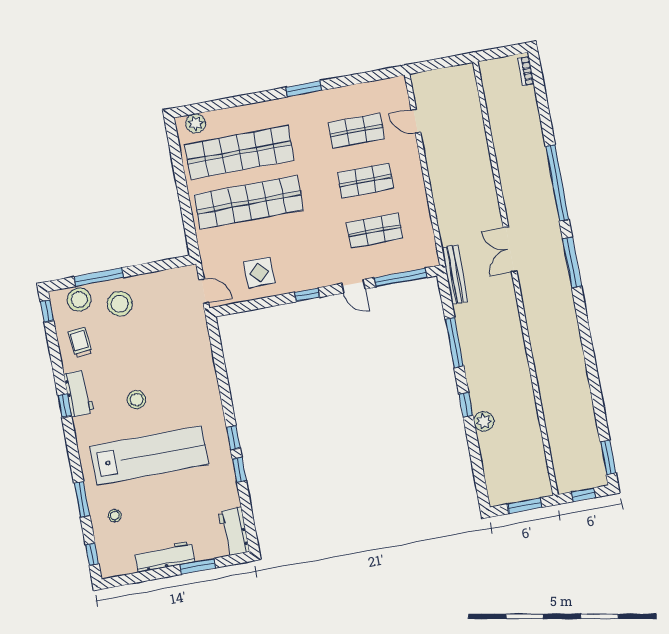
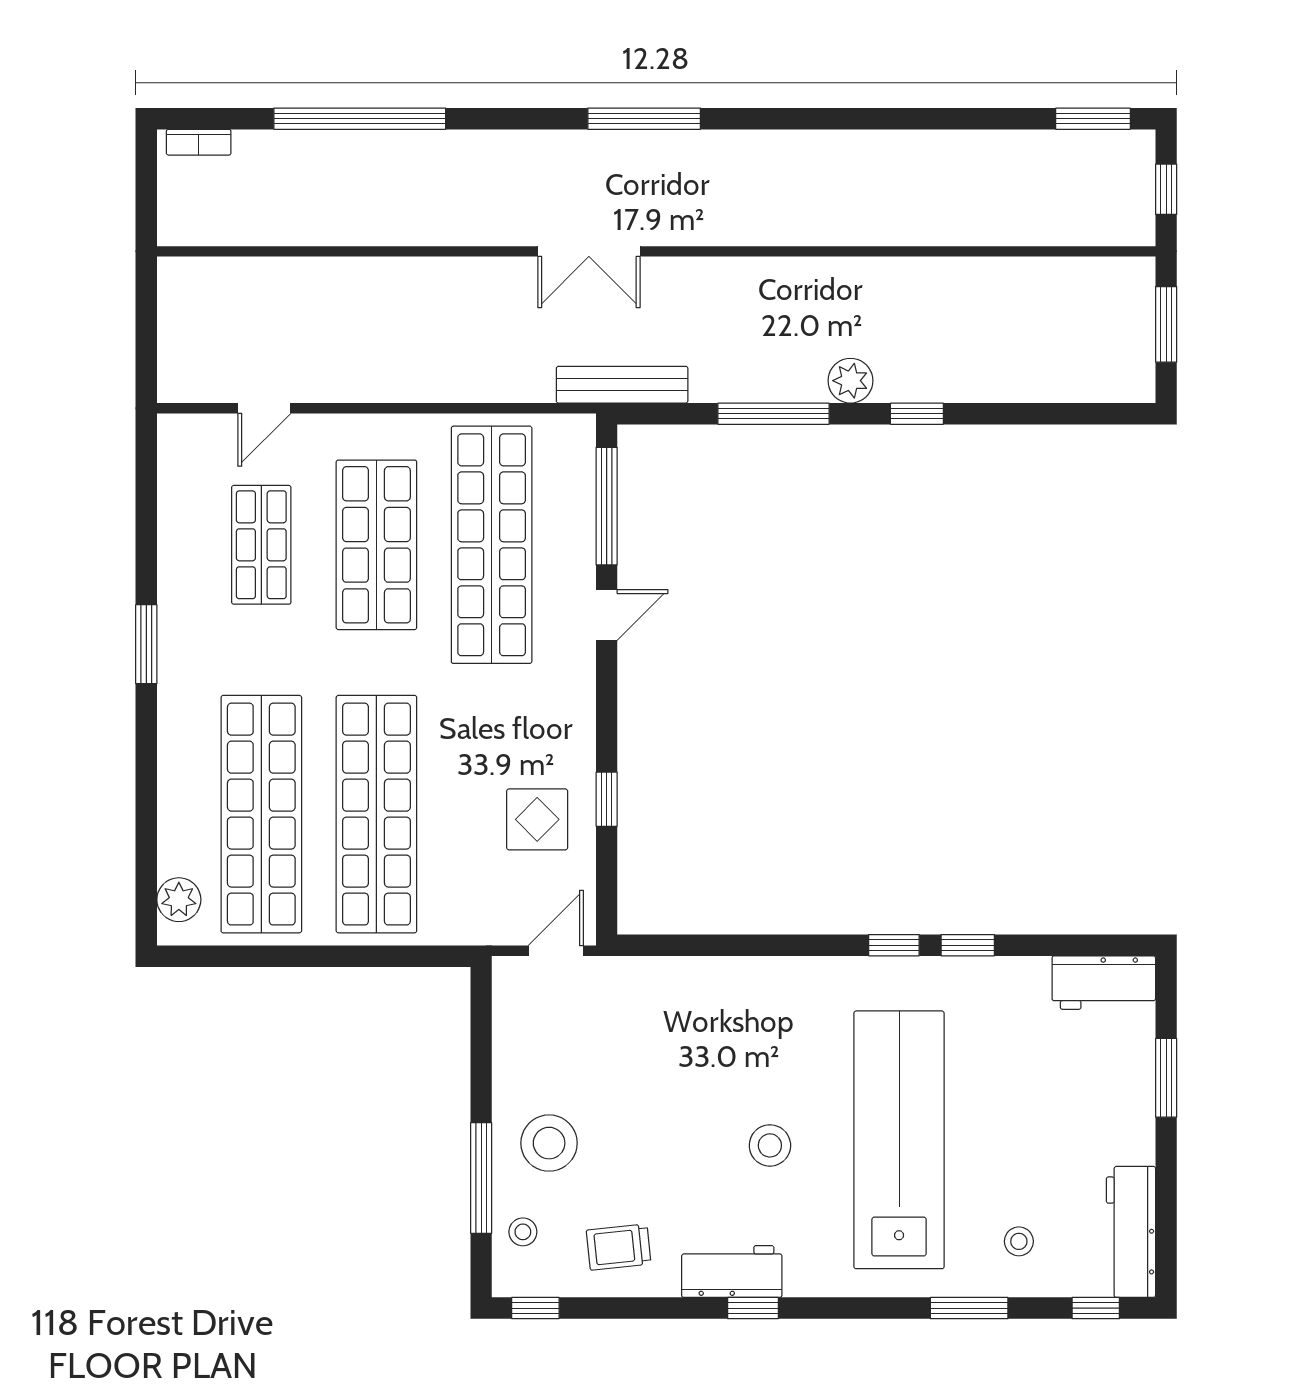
shop shelf: (365, 181) -> (376, 545), width x1.43, depth x1.36
window: (557, 183) -> (360, 119), moved
shop shelf: (375, 231) -> (492, 545), width x2.00, depth x1.36
window: (307, 295) -> (607, 799), moved
stool: (79, 299) -> (523, 1232), width x0.53, depth x0.53
plant: (484, 421) -> (850, 381), moved
workbench: (164, 557) -> (1131, 1232), moved

